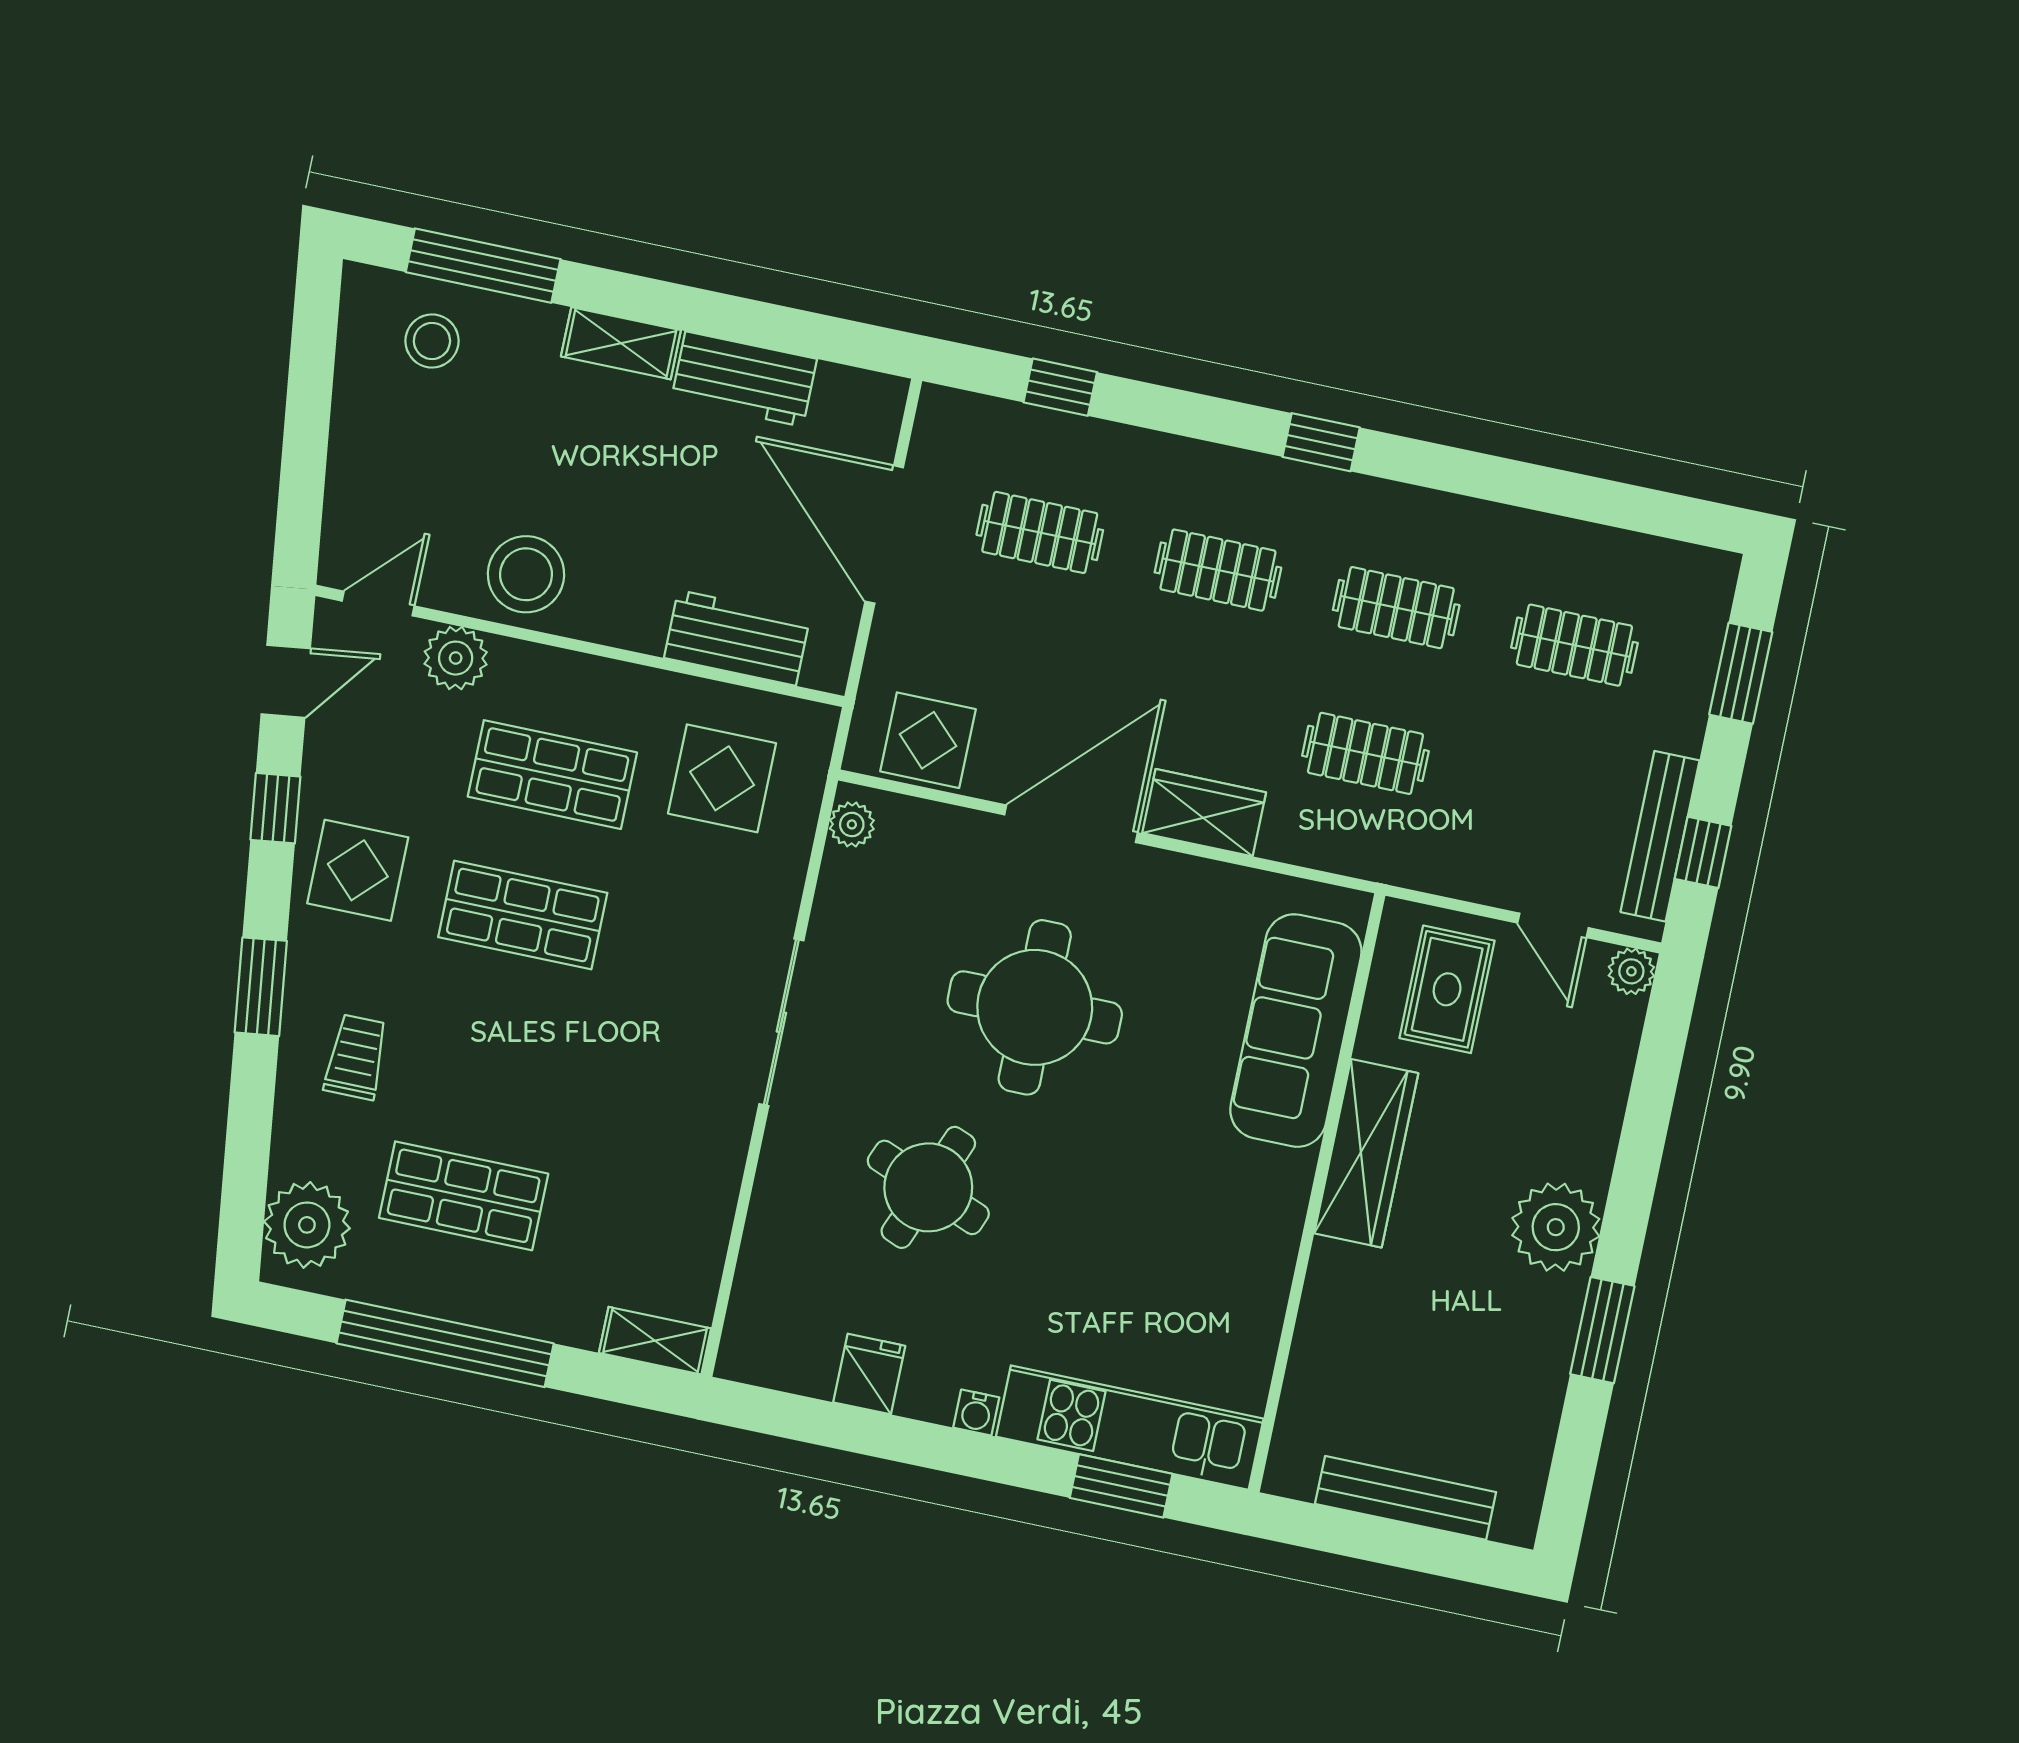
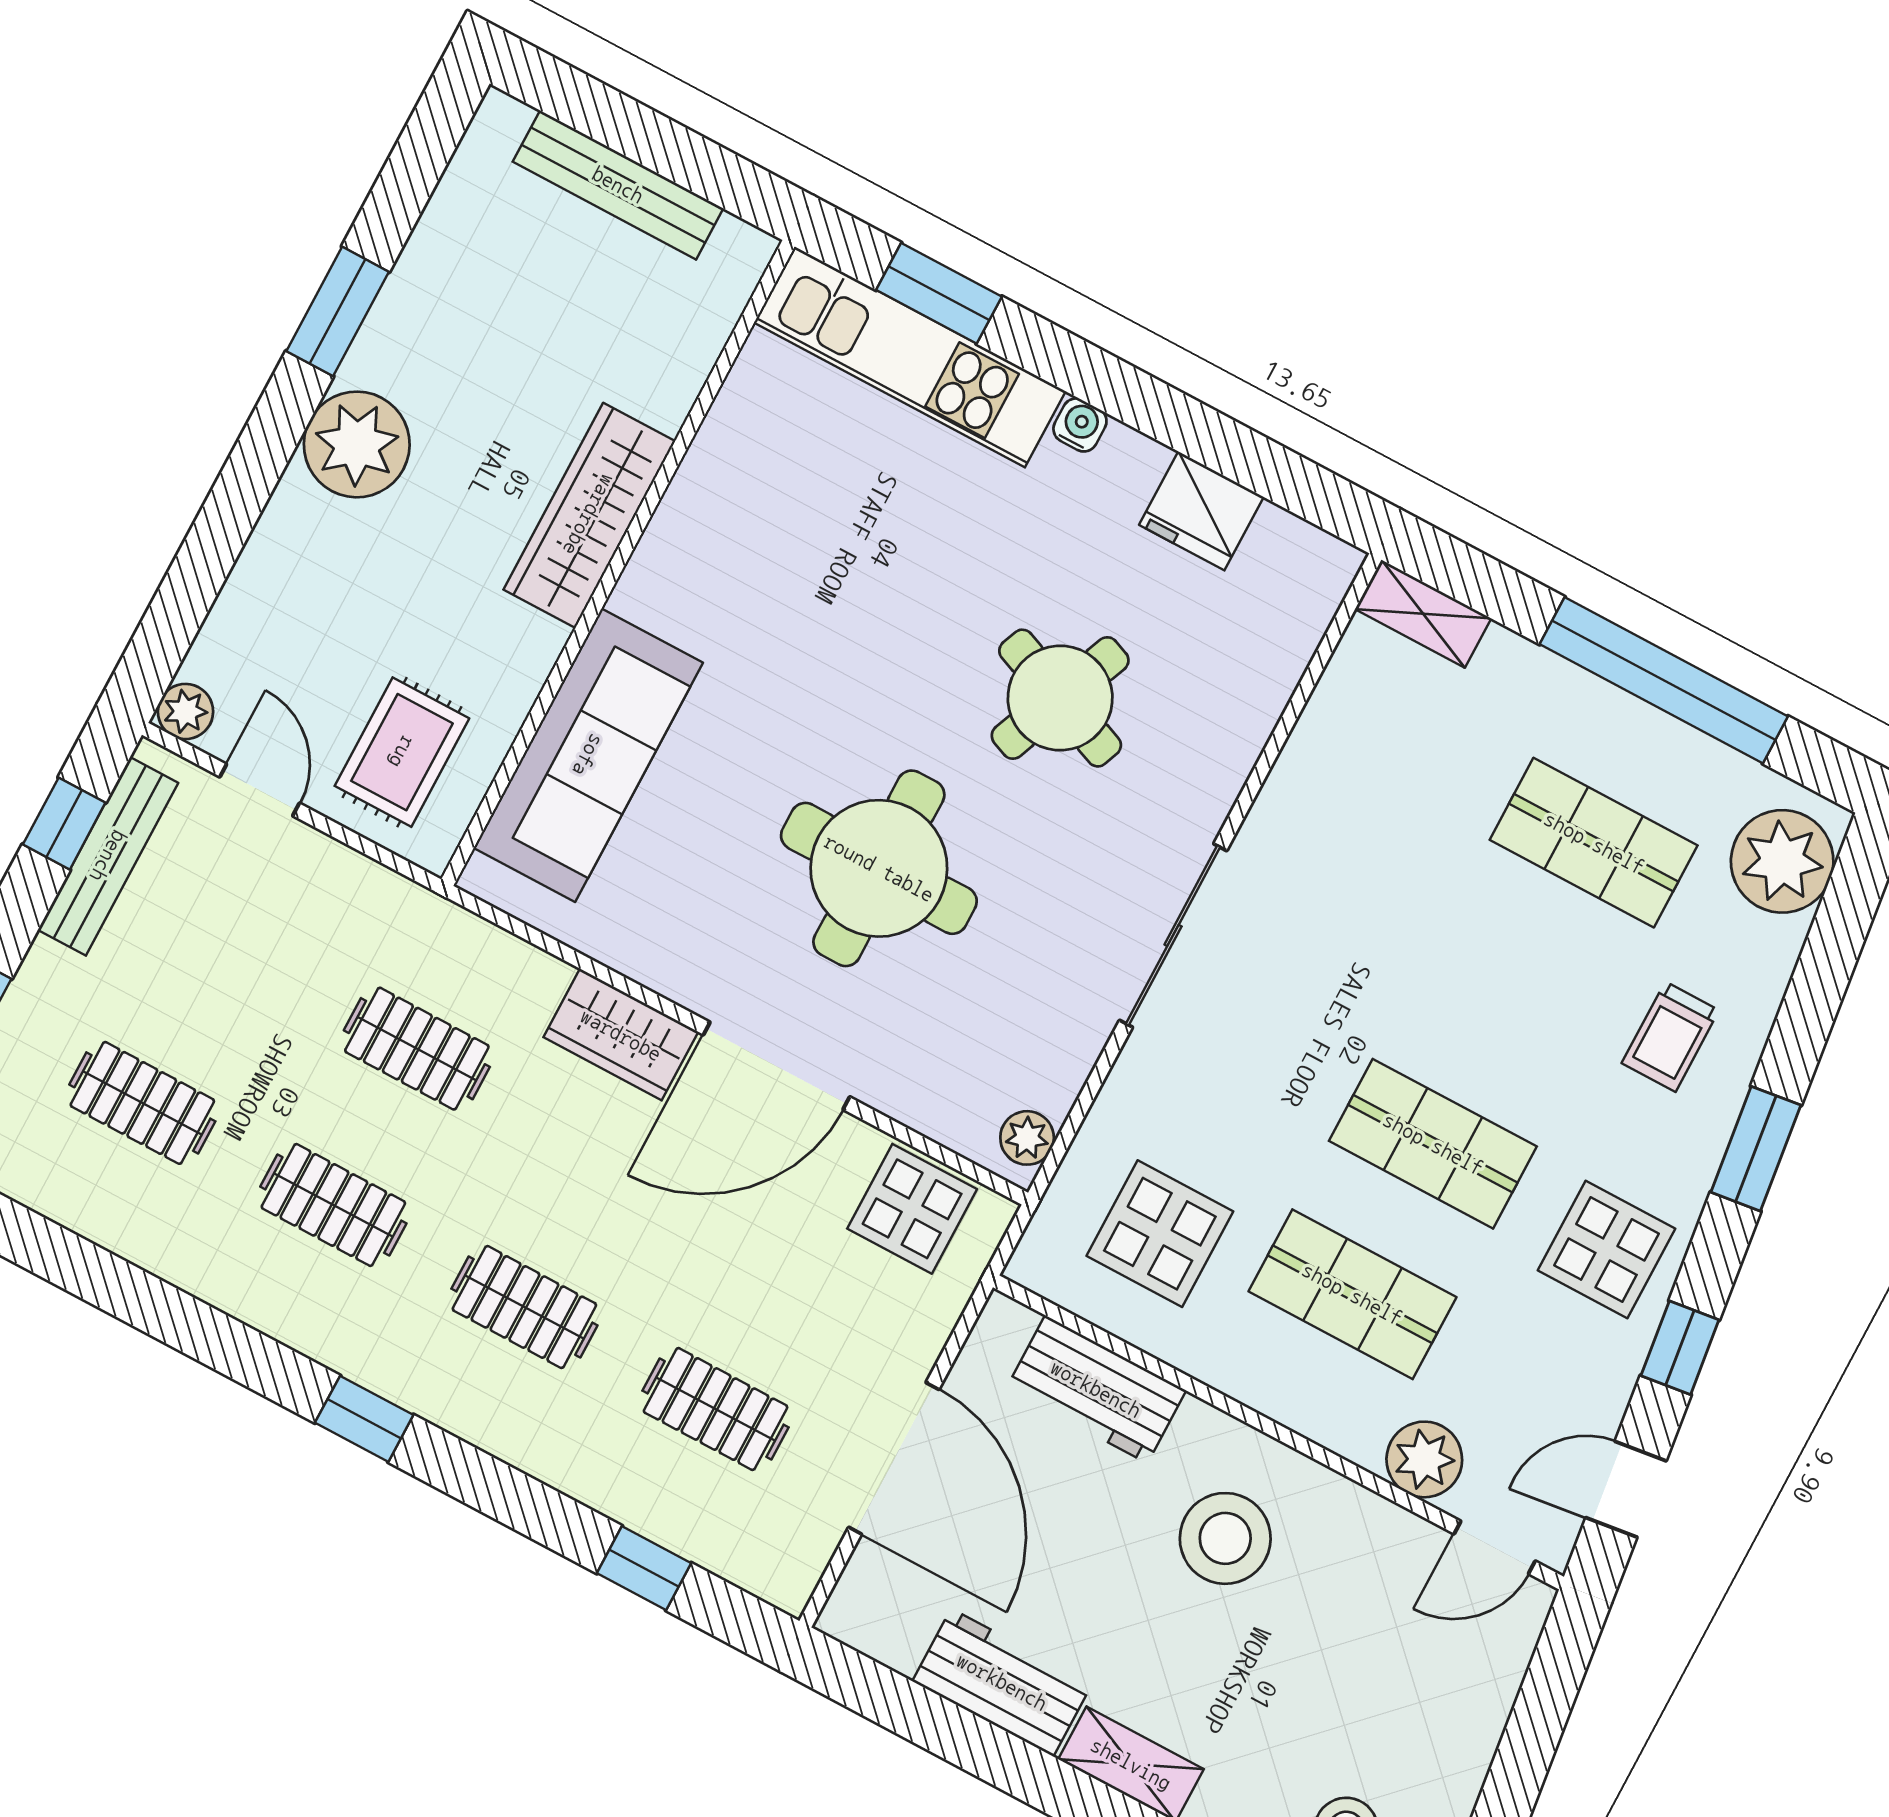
stool: (526, 574) -> (1225, 1538), moved
wardrobe: (1366, 1153) -> (589, 515), moved
fridge: (869, 1374) -> (1201, 511), width x1.38

